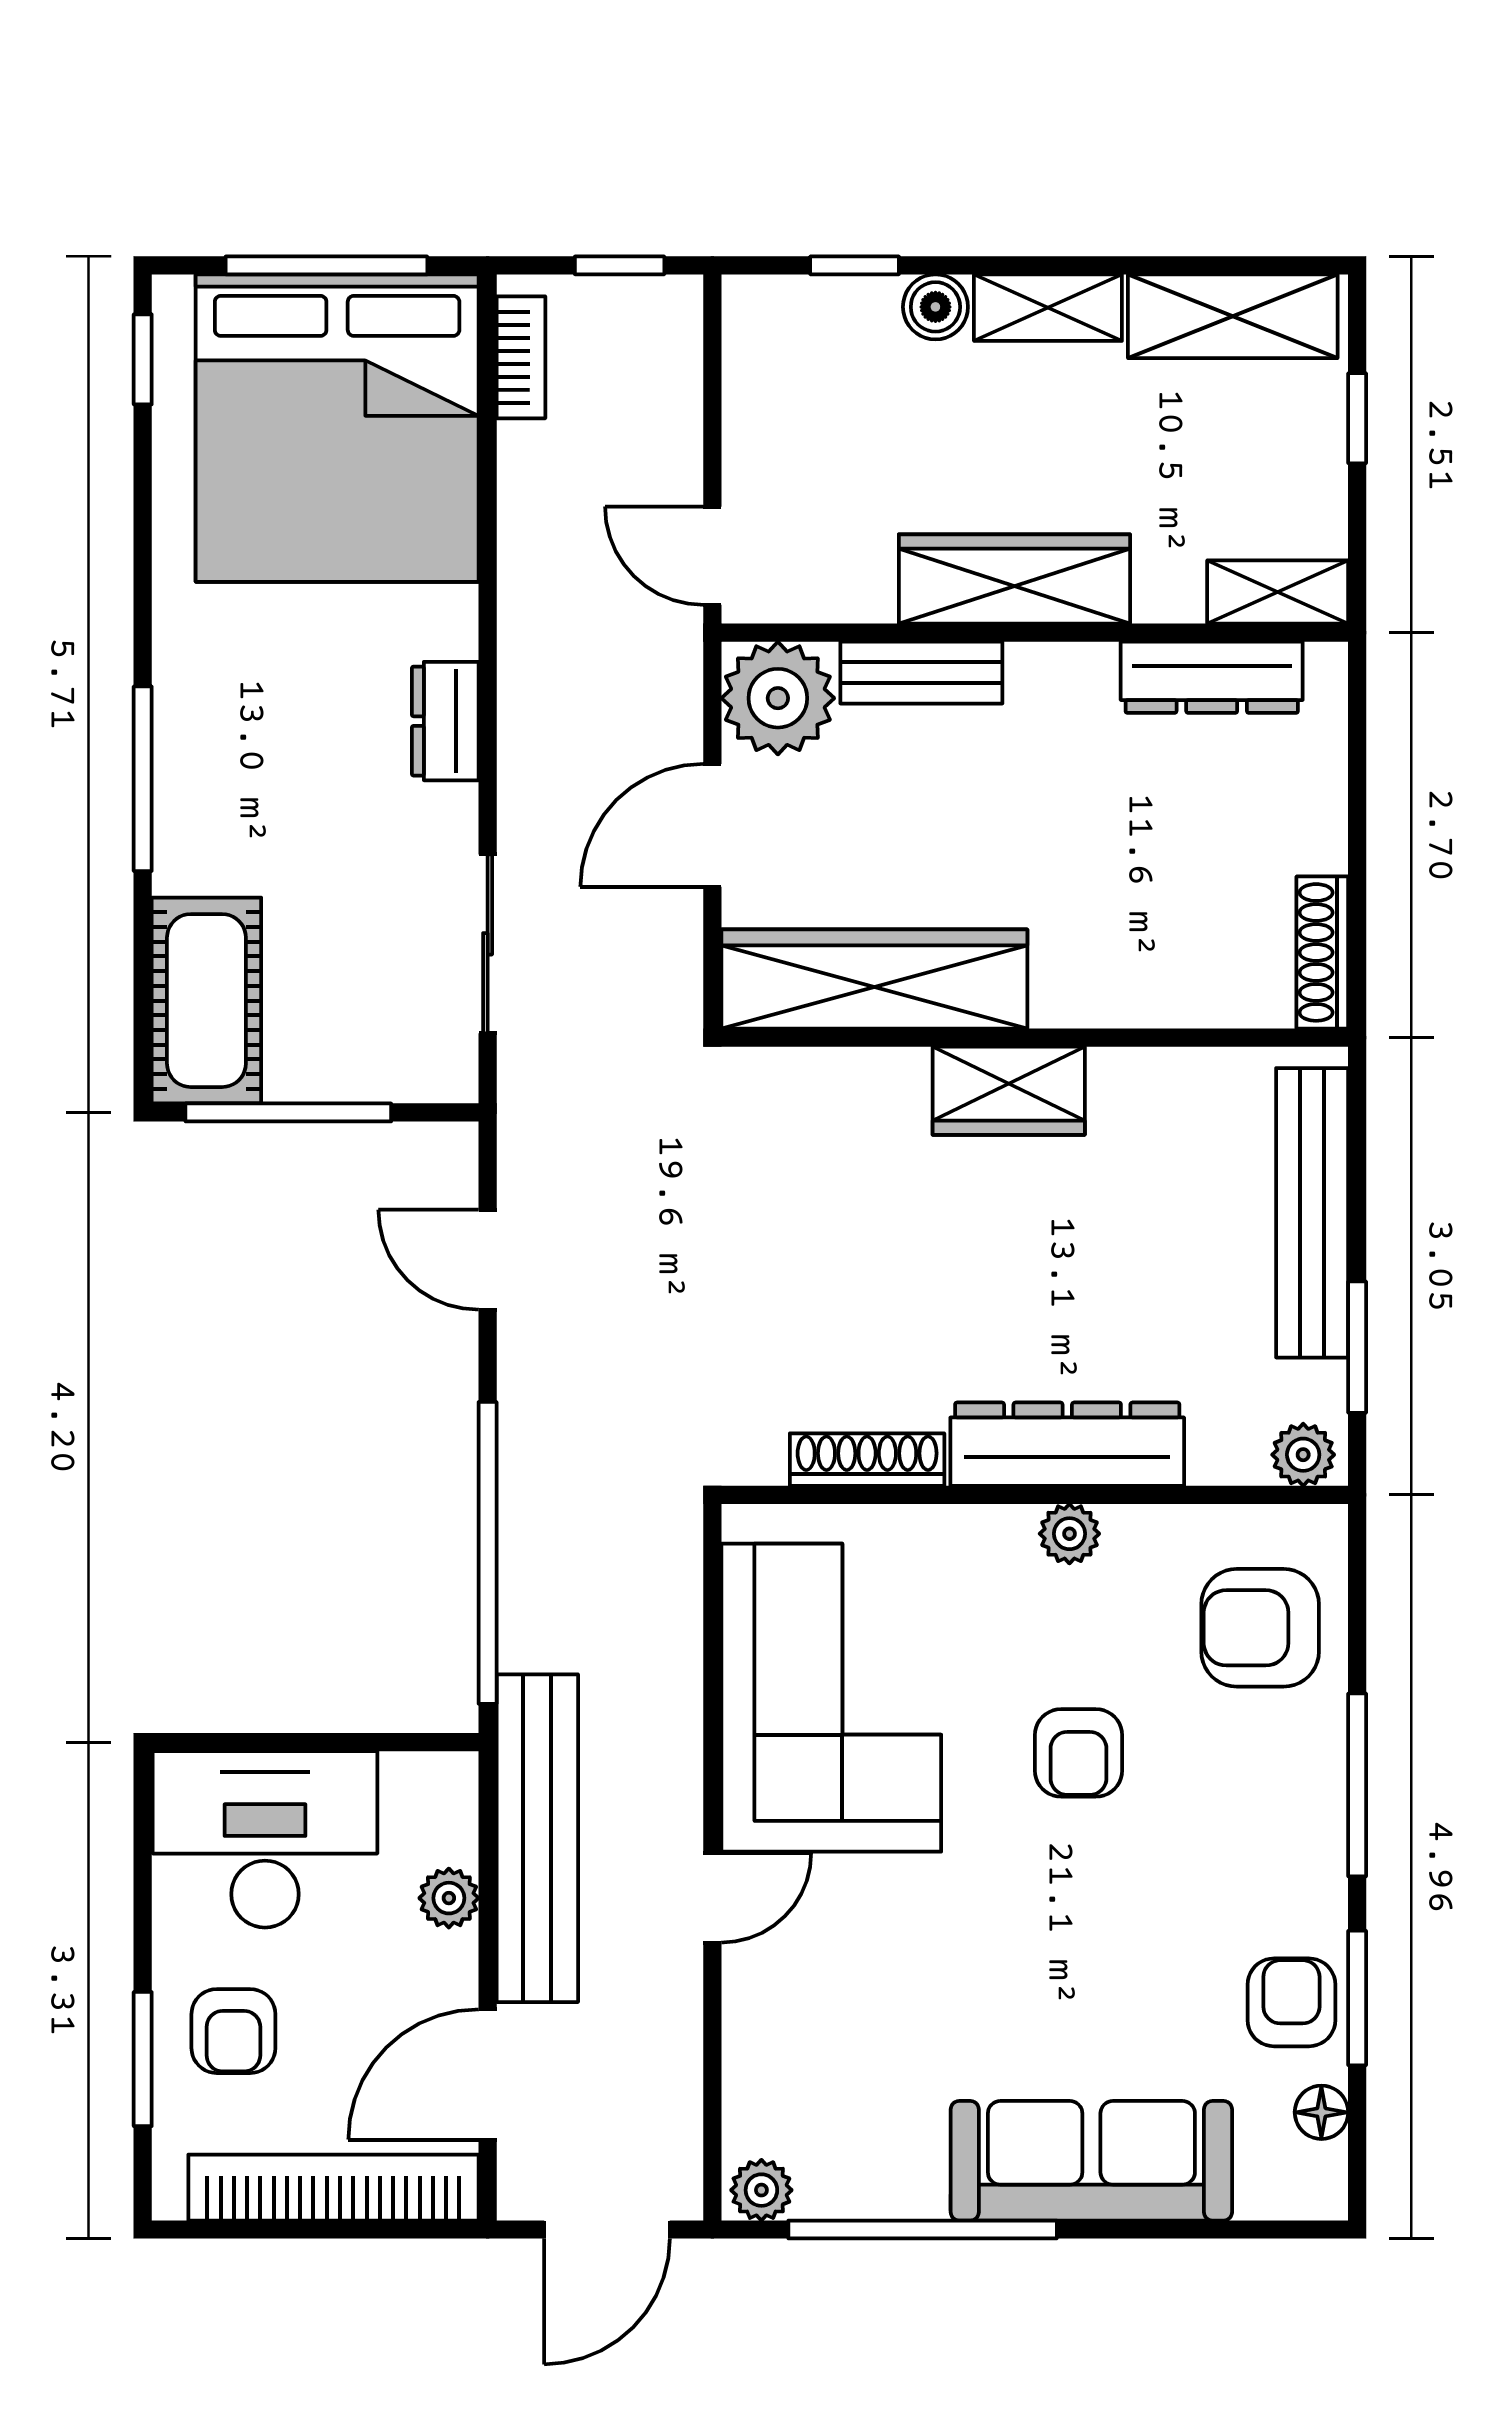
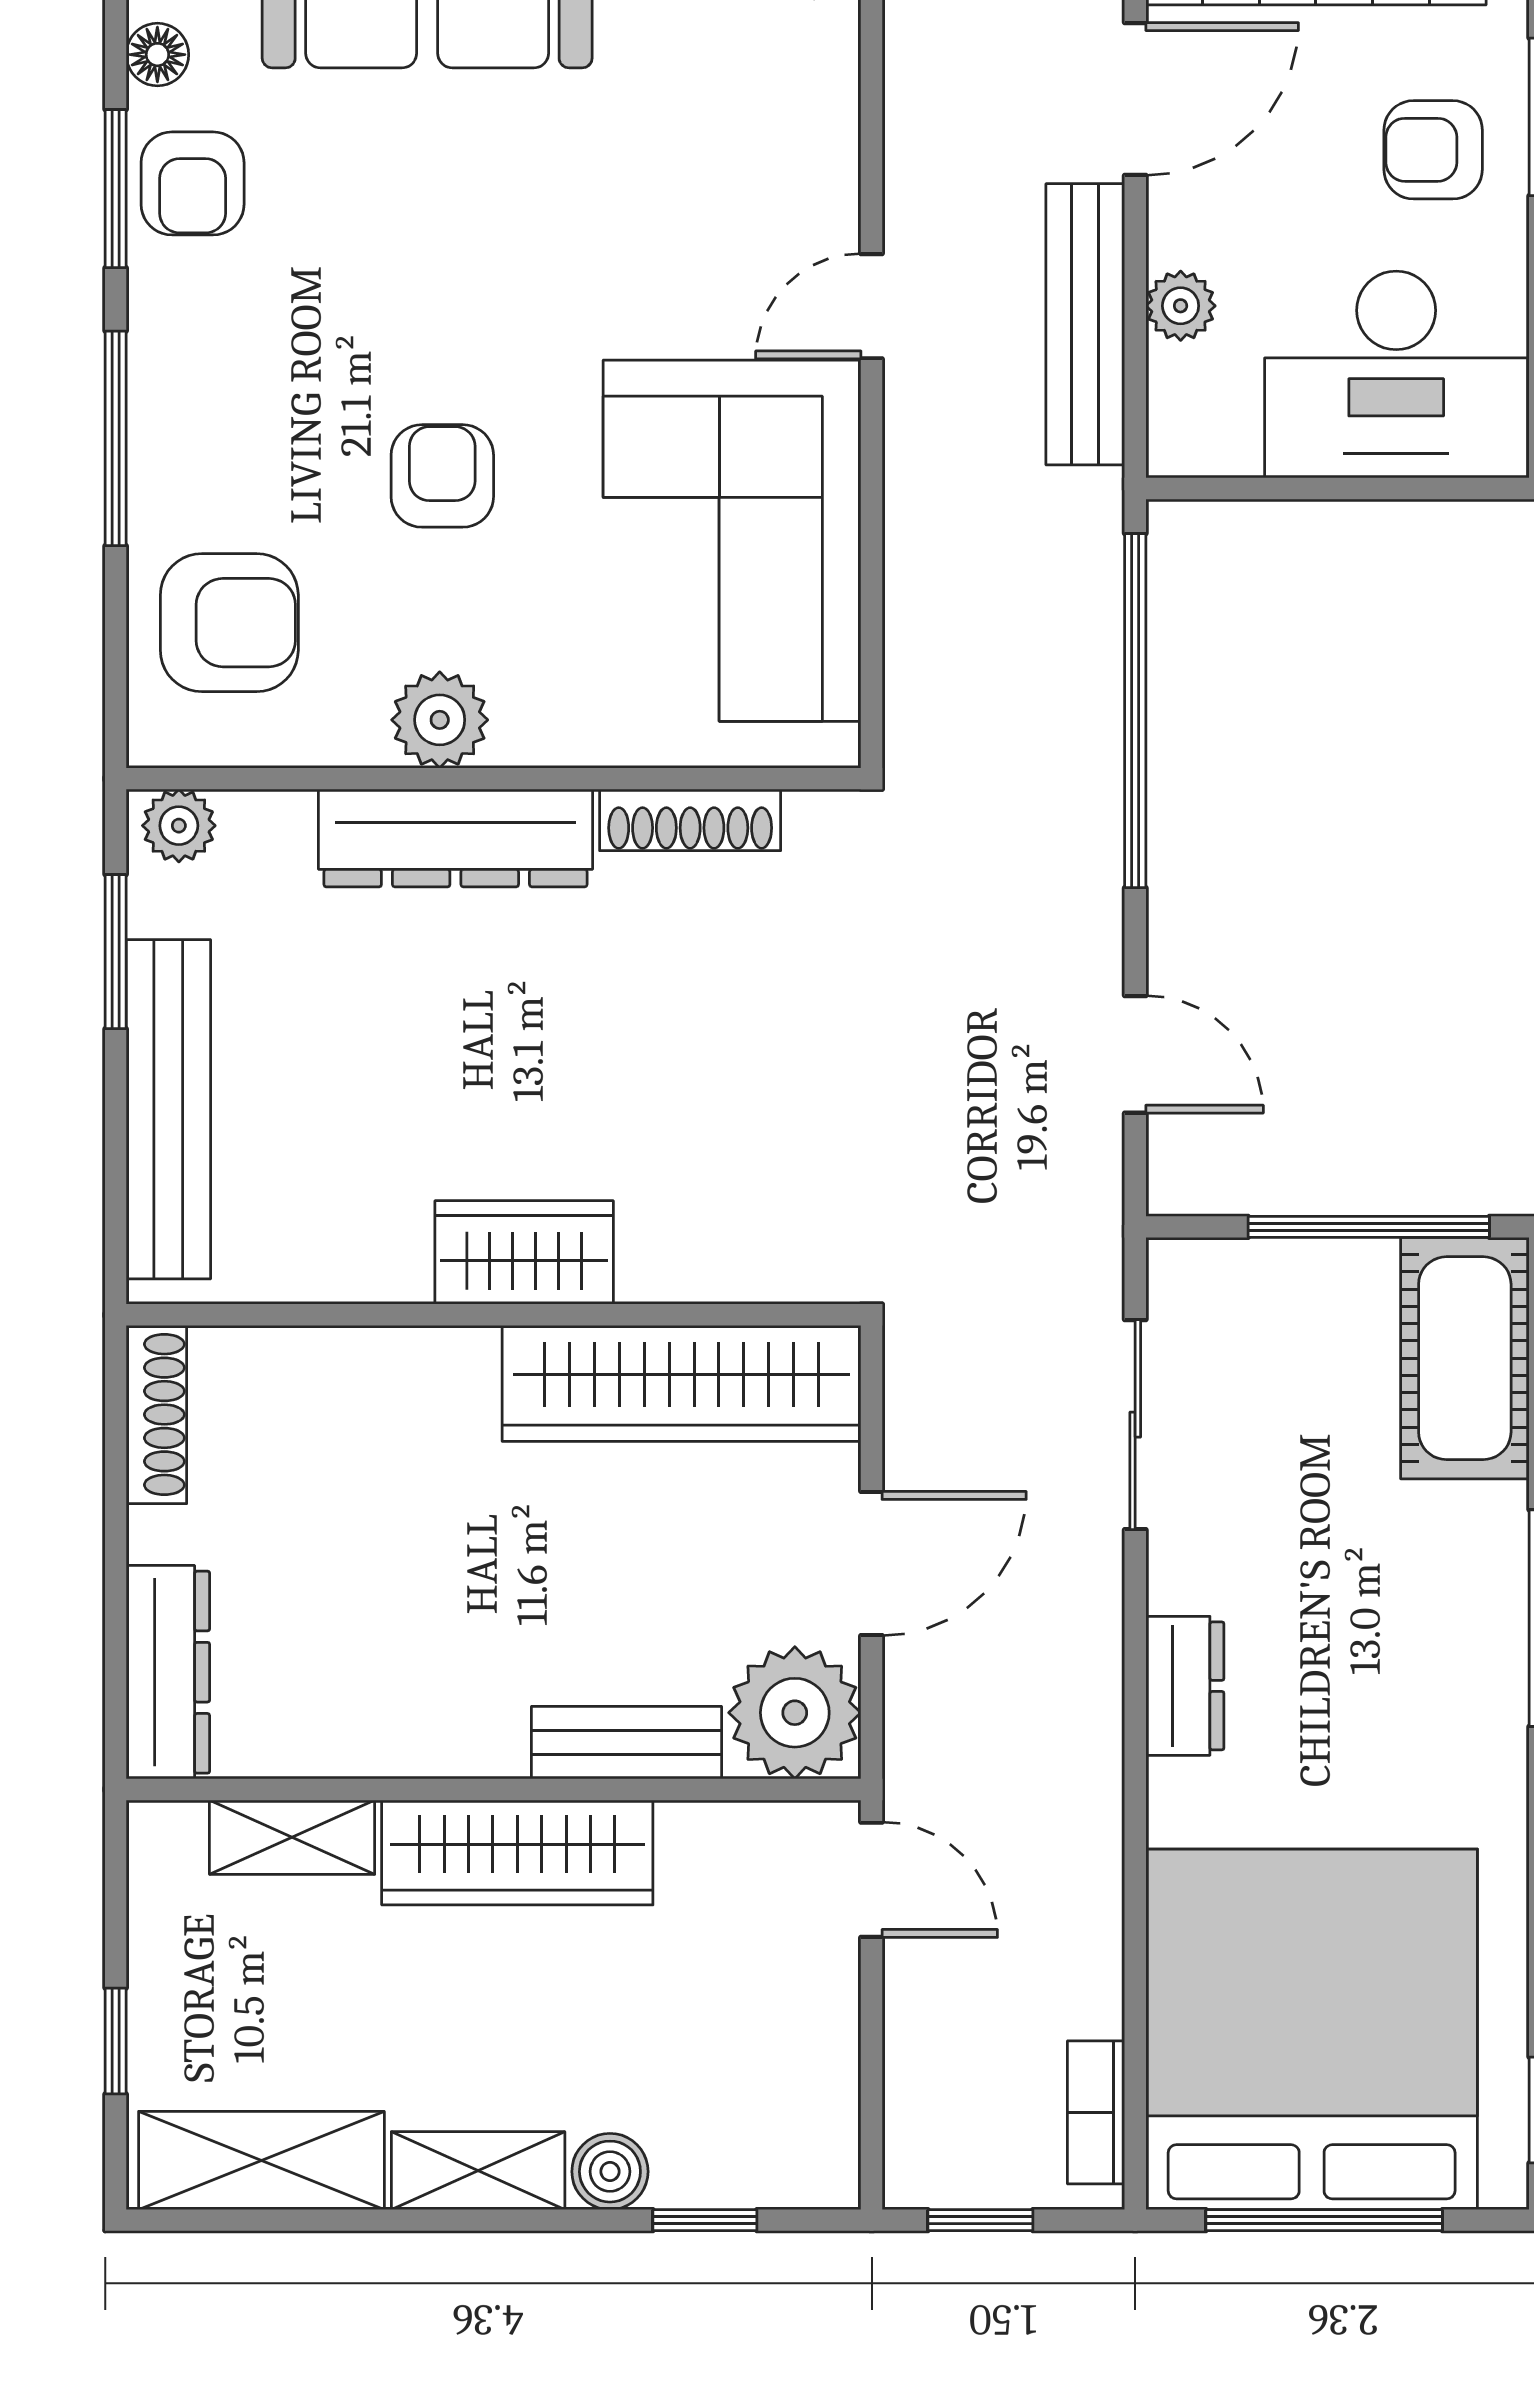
shelving: (1278, 592) -> (292, 1837), moved
dresser: (1212, 677) -> (168, 1672), moved, turned 90
plant: (1069, 1534) -> (440, 720), width x1.38, depth x1.38
bench: (537, 1838) -> (1085, 324), width x0.73, depth x0.82
armchair: (233, 2031) -> (1433, 150), turned -90

